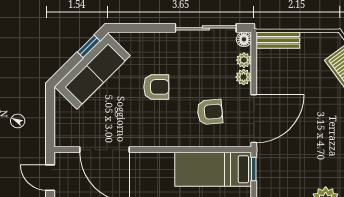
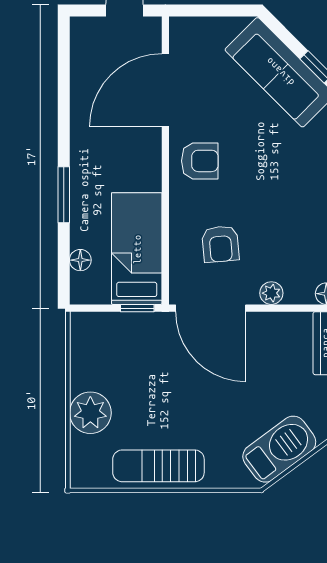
plant: (244, 60) -> (296, 294), removed
armchair: (156, 87) -> (200, 161), moved, turned -90

